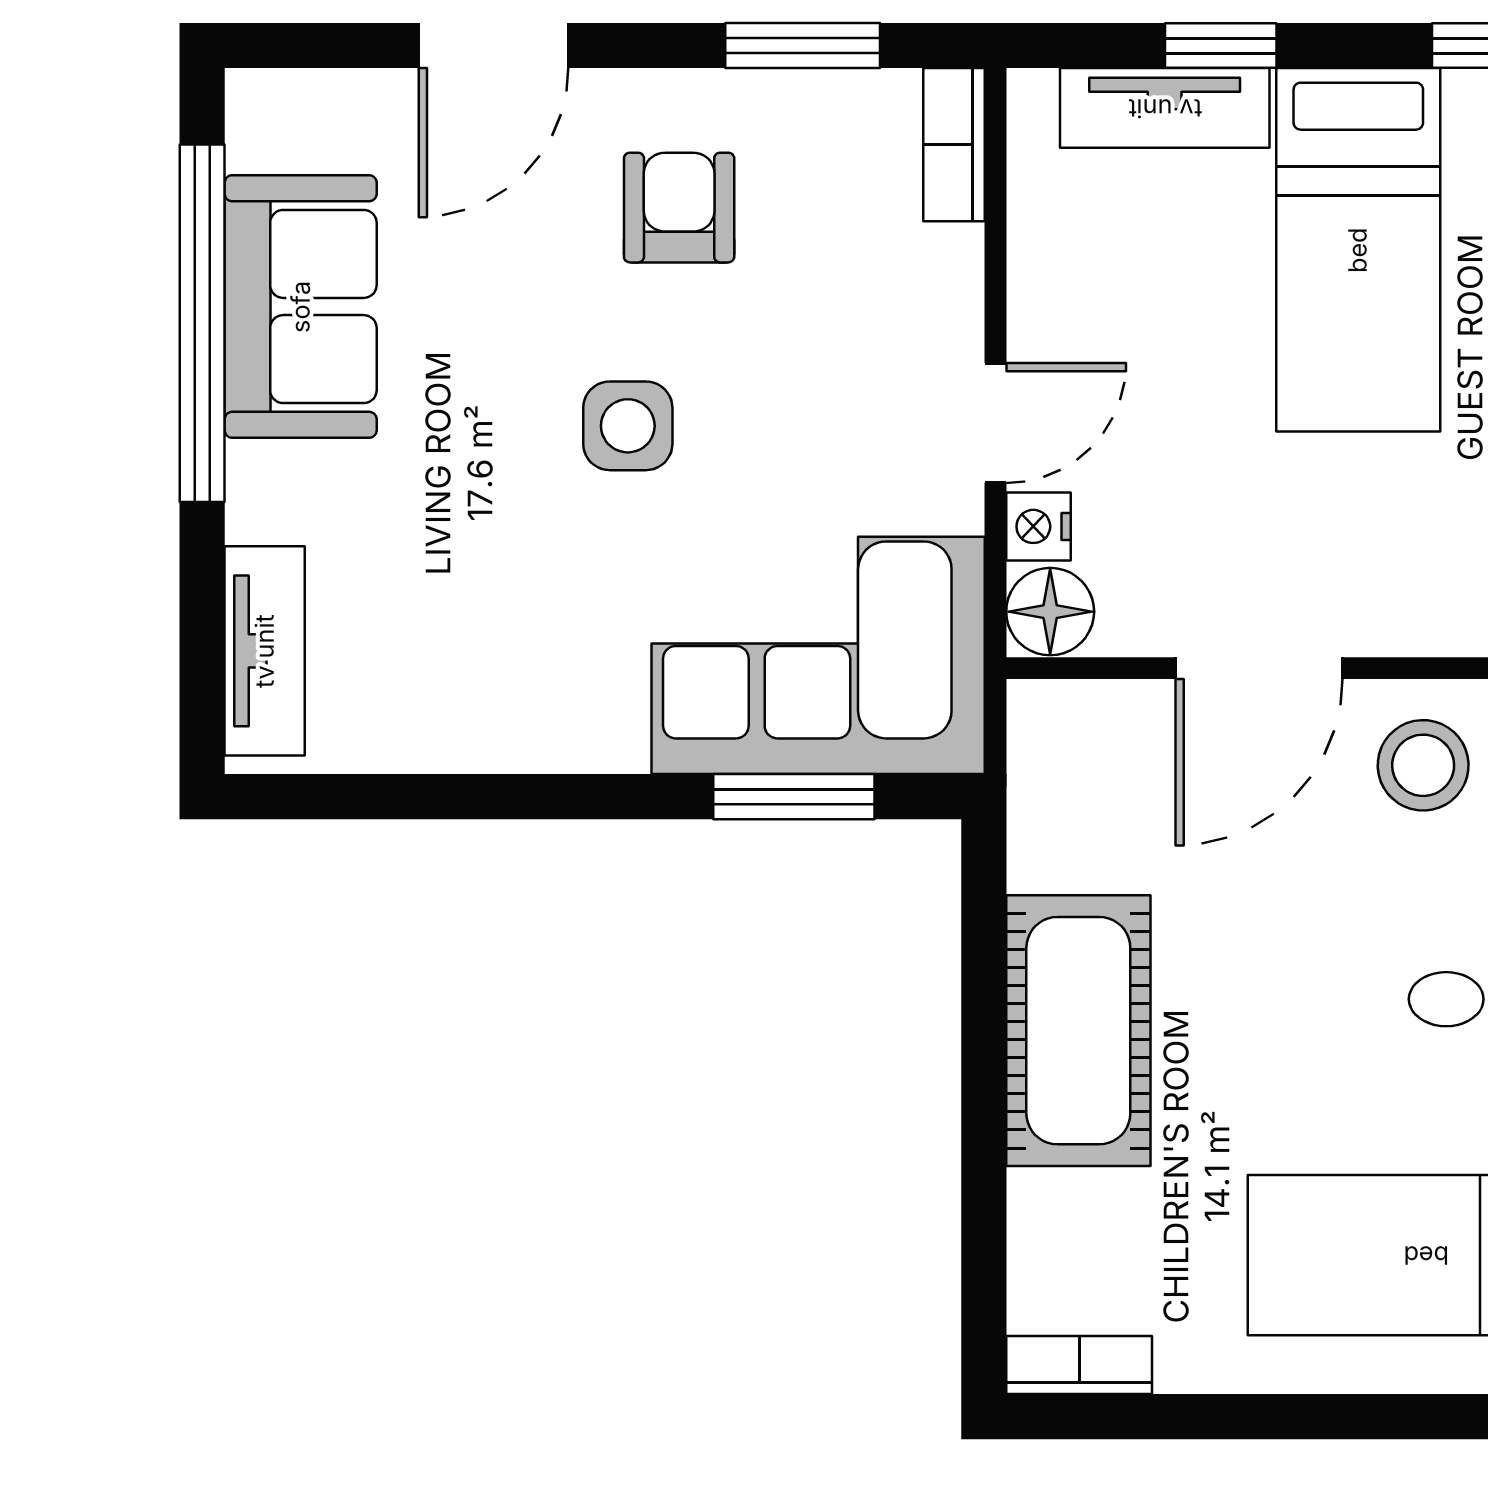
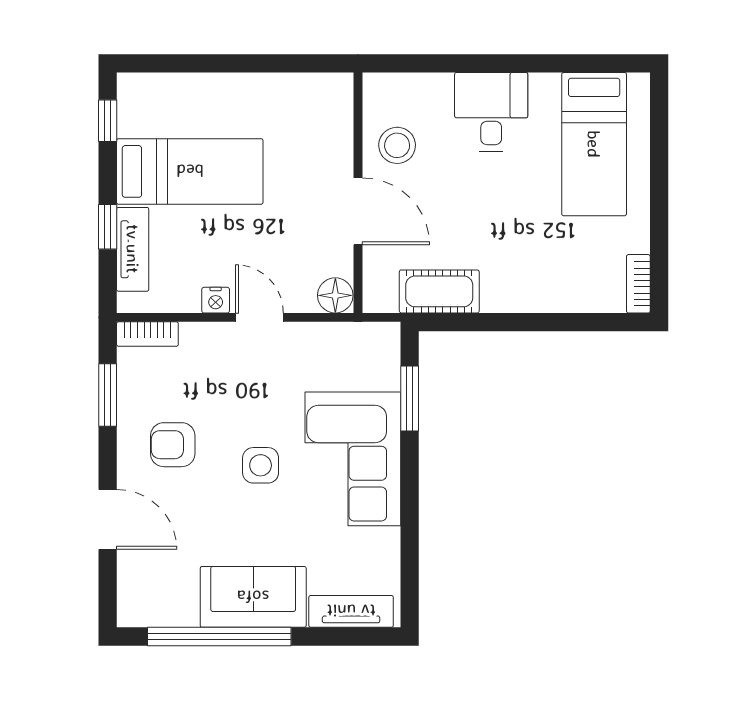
sofa: (301, 307) -> (253, 597), moved
nightstand: (1038, 526) -> (216, 300), moved
corner sofa: (818, 655) -> (353, 459), moved
cot: (1078, 1031) -> (439, 291), moved, width x0.73, depth x0.75

